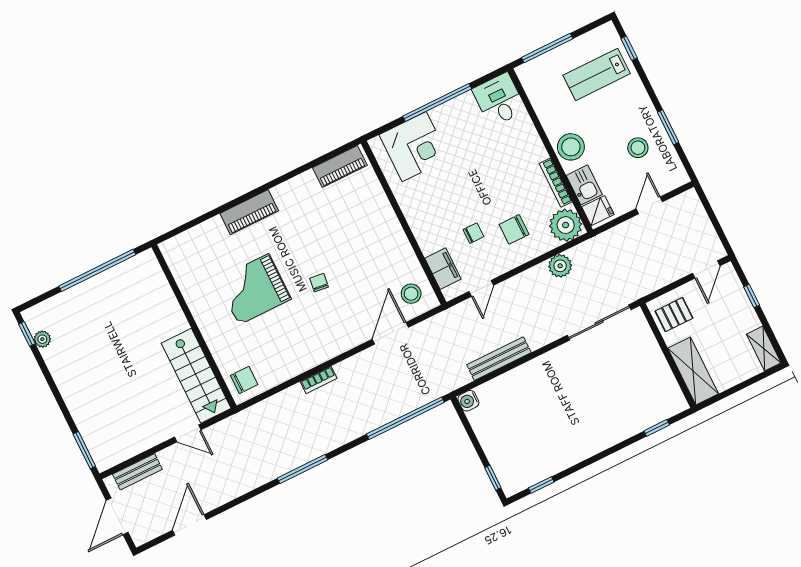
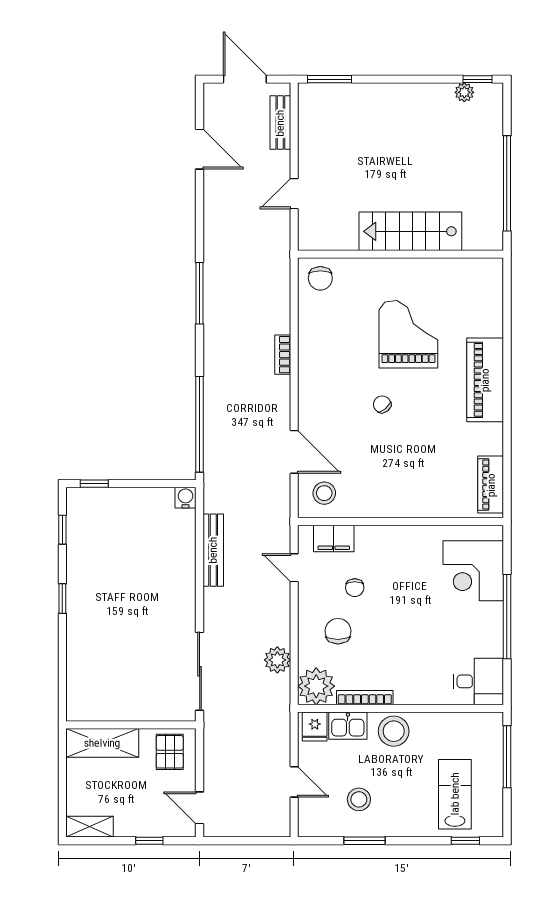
piano: (249, 212) -> (485, 380), width x1.37, depth x1.33
chair: (319, 283) -> (382, 404), turned -137
stairs: (196, 376) -> (410, 231), moved
window: (657, 428) -> (62, 598), moved

